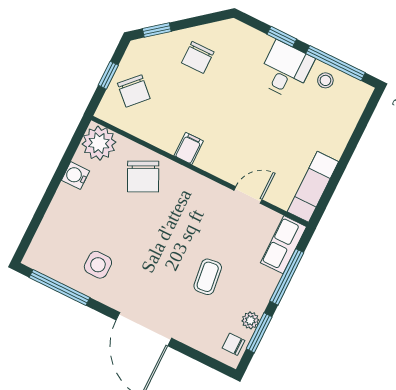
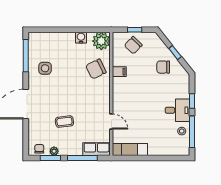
window: (157, 30) -> (175, 53), moved
filing cabinet: (189, 148) -> (119, 72), moved

